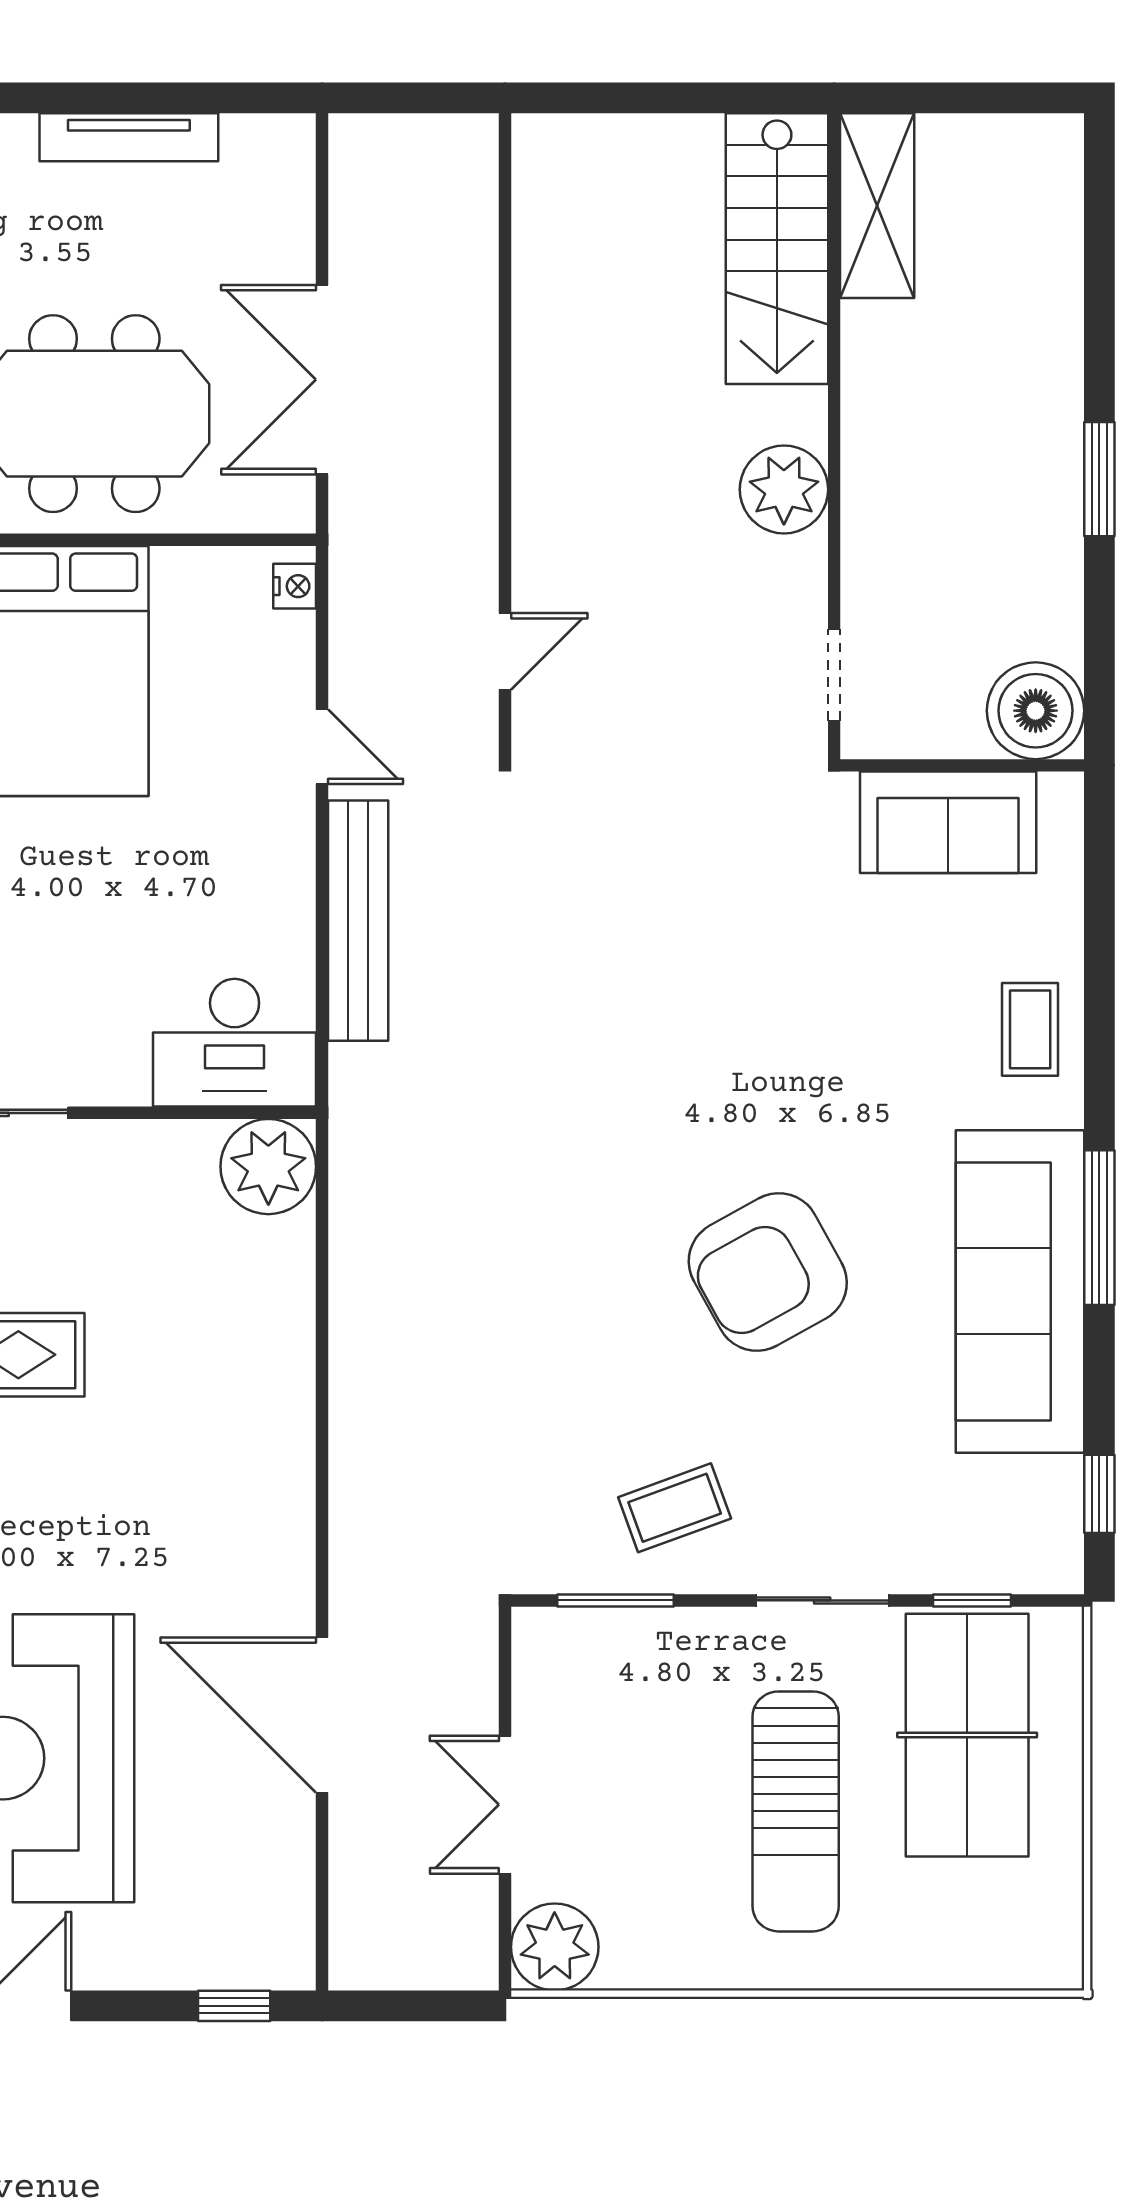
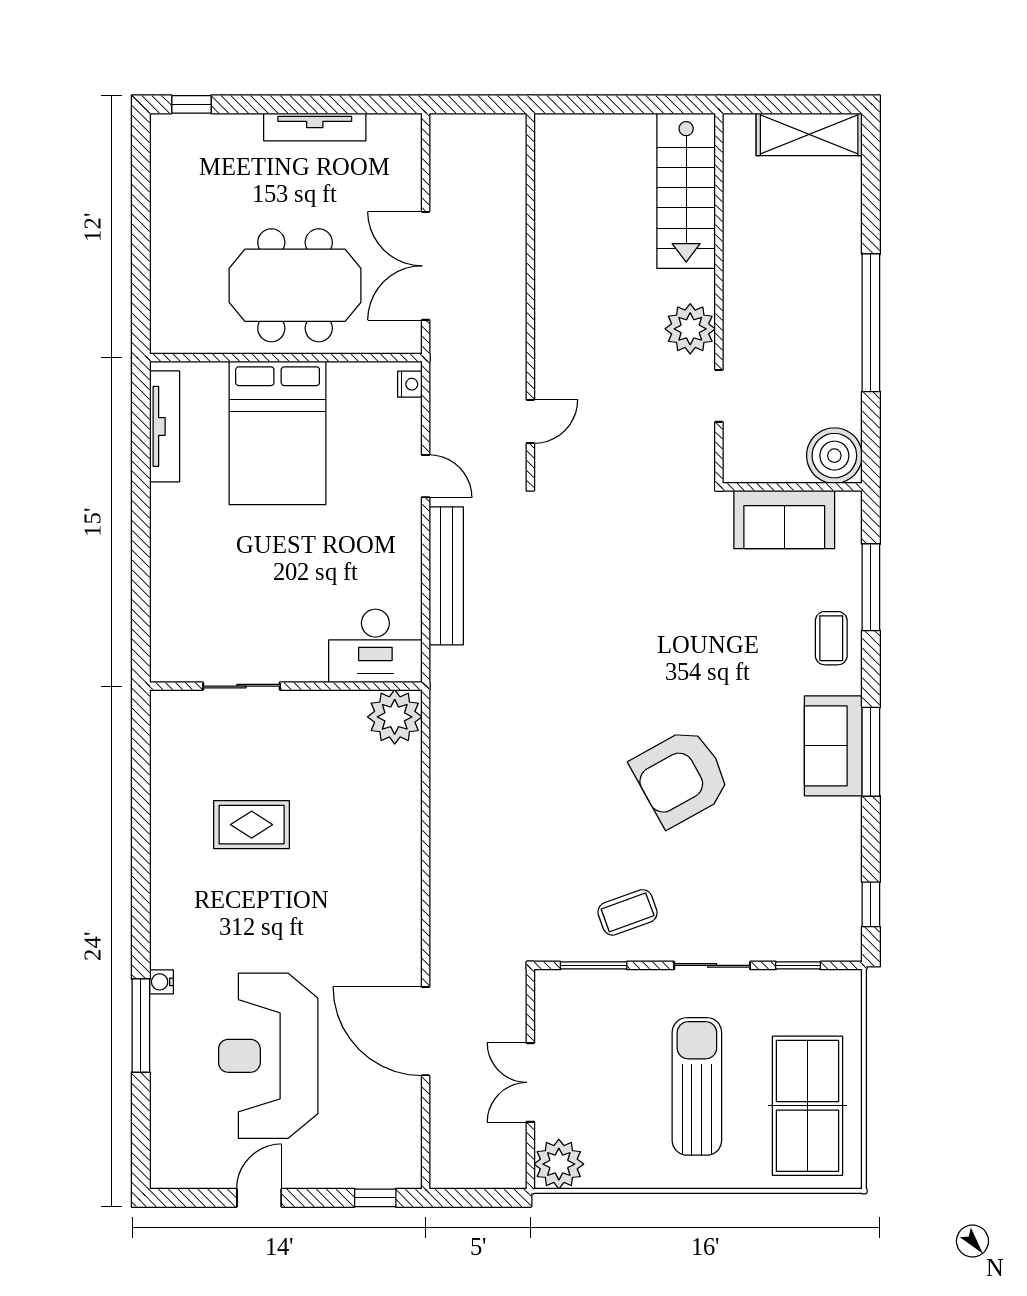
shelving: (877, 206) -> (809, 134), moved, turned 90
window: (1099, 479) -> (871, 323), width x2.11
doorway: (834, 675) -> (719, 396), moved
window: (1099, 940) -> (871, 587), added
sofa: (1020, 1291) -> (833, 746), width x0.54, depth x0.79
table tennis table: (967, 1735) -> (807, 1106), moved
sun lounger: (796, 1811) -> (697, 1086), turned 180

